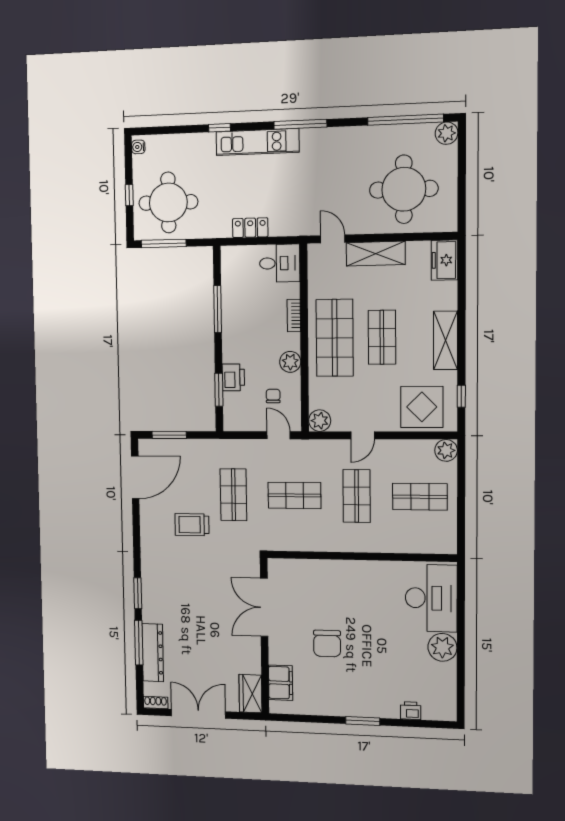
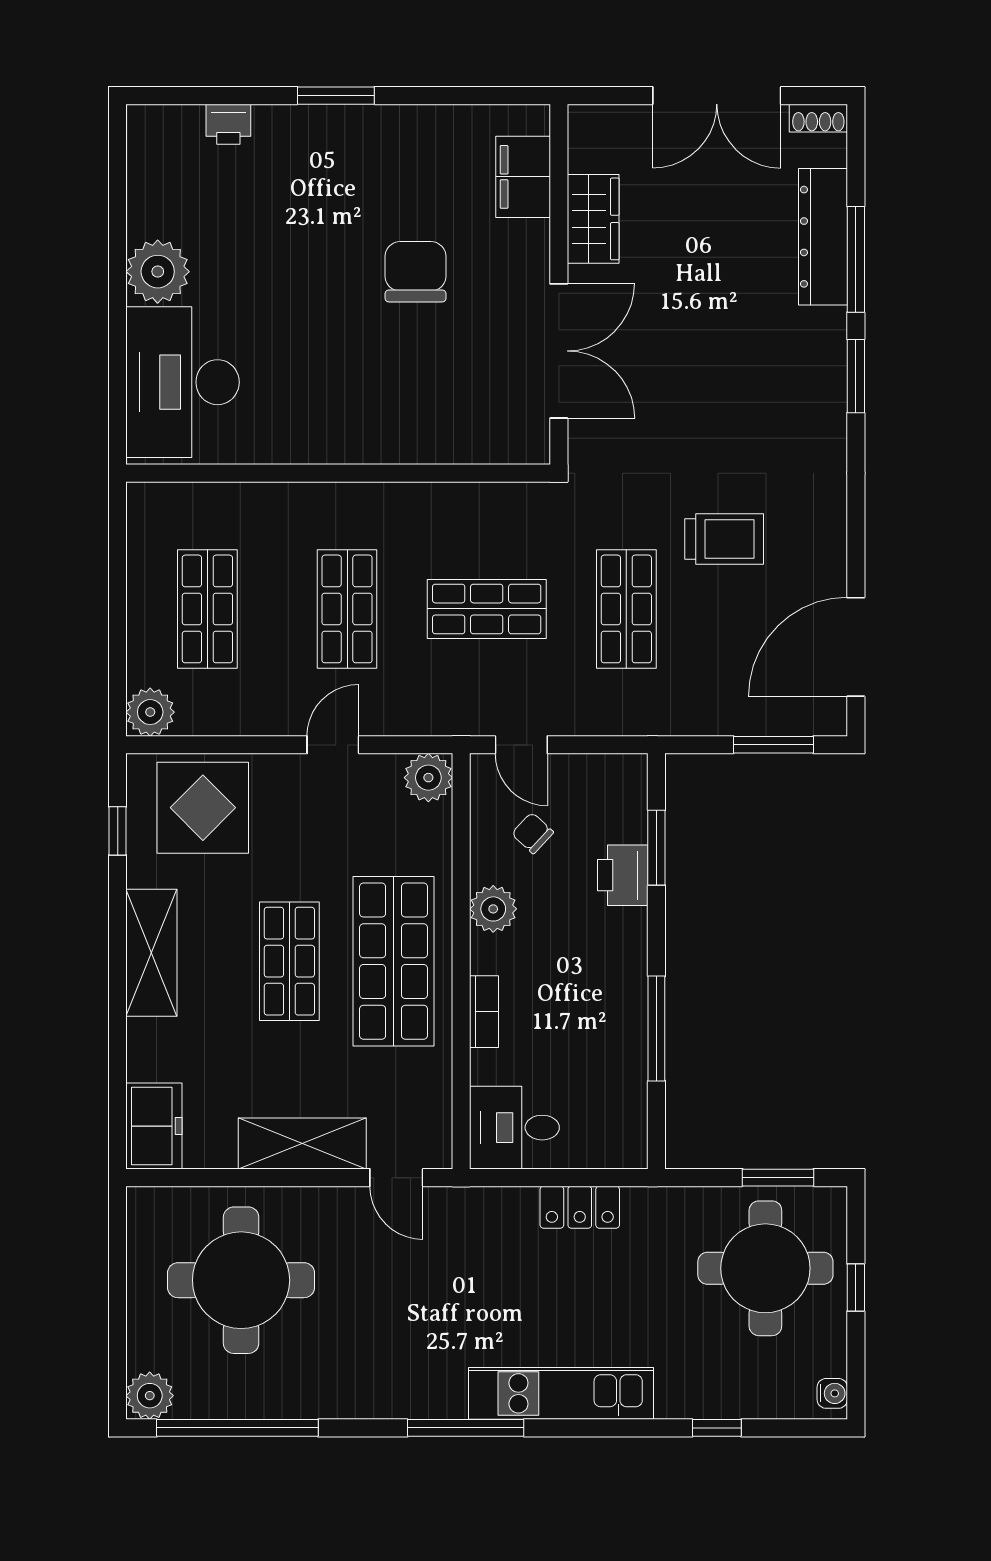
window: (219, 128) -> (717, 1428), moved
window: (164, 243) -> (778, 1178), width x0.69
chair: (273, 396) -> (533, 833), turned 133
shop shelf: (420, 497) -> (207, 609), turned 90
wardrobe: (251, 694) -> (593, 219), moved

